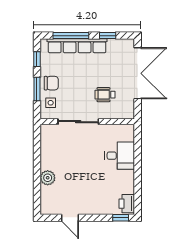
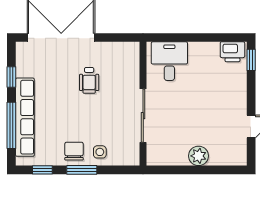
sliding door: (78, 122) -> (143, 116), moved
wall: (87, 122) -> (143, 104), moved

